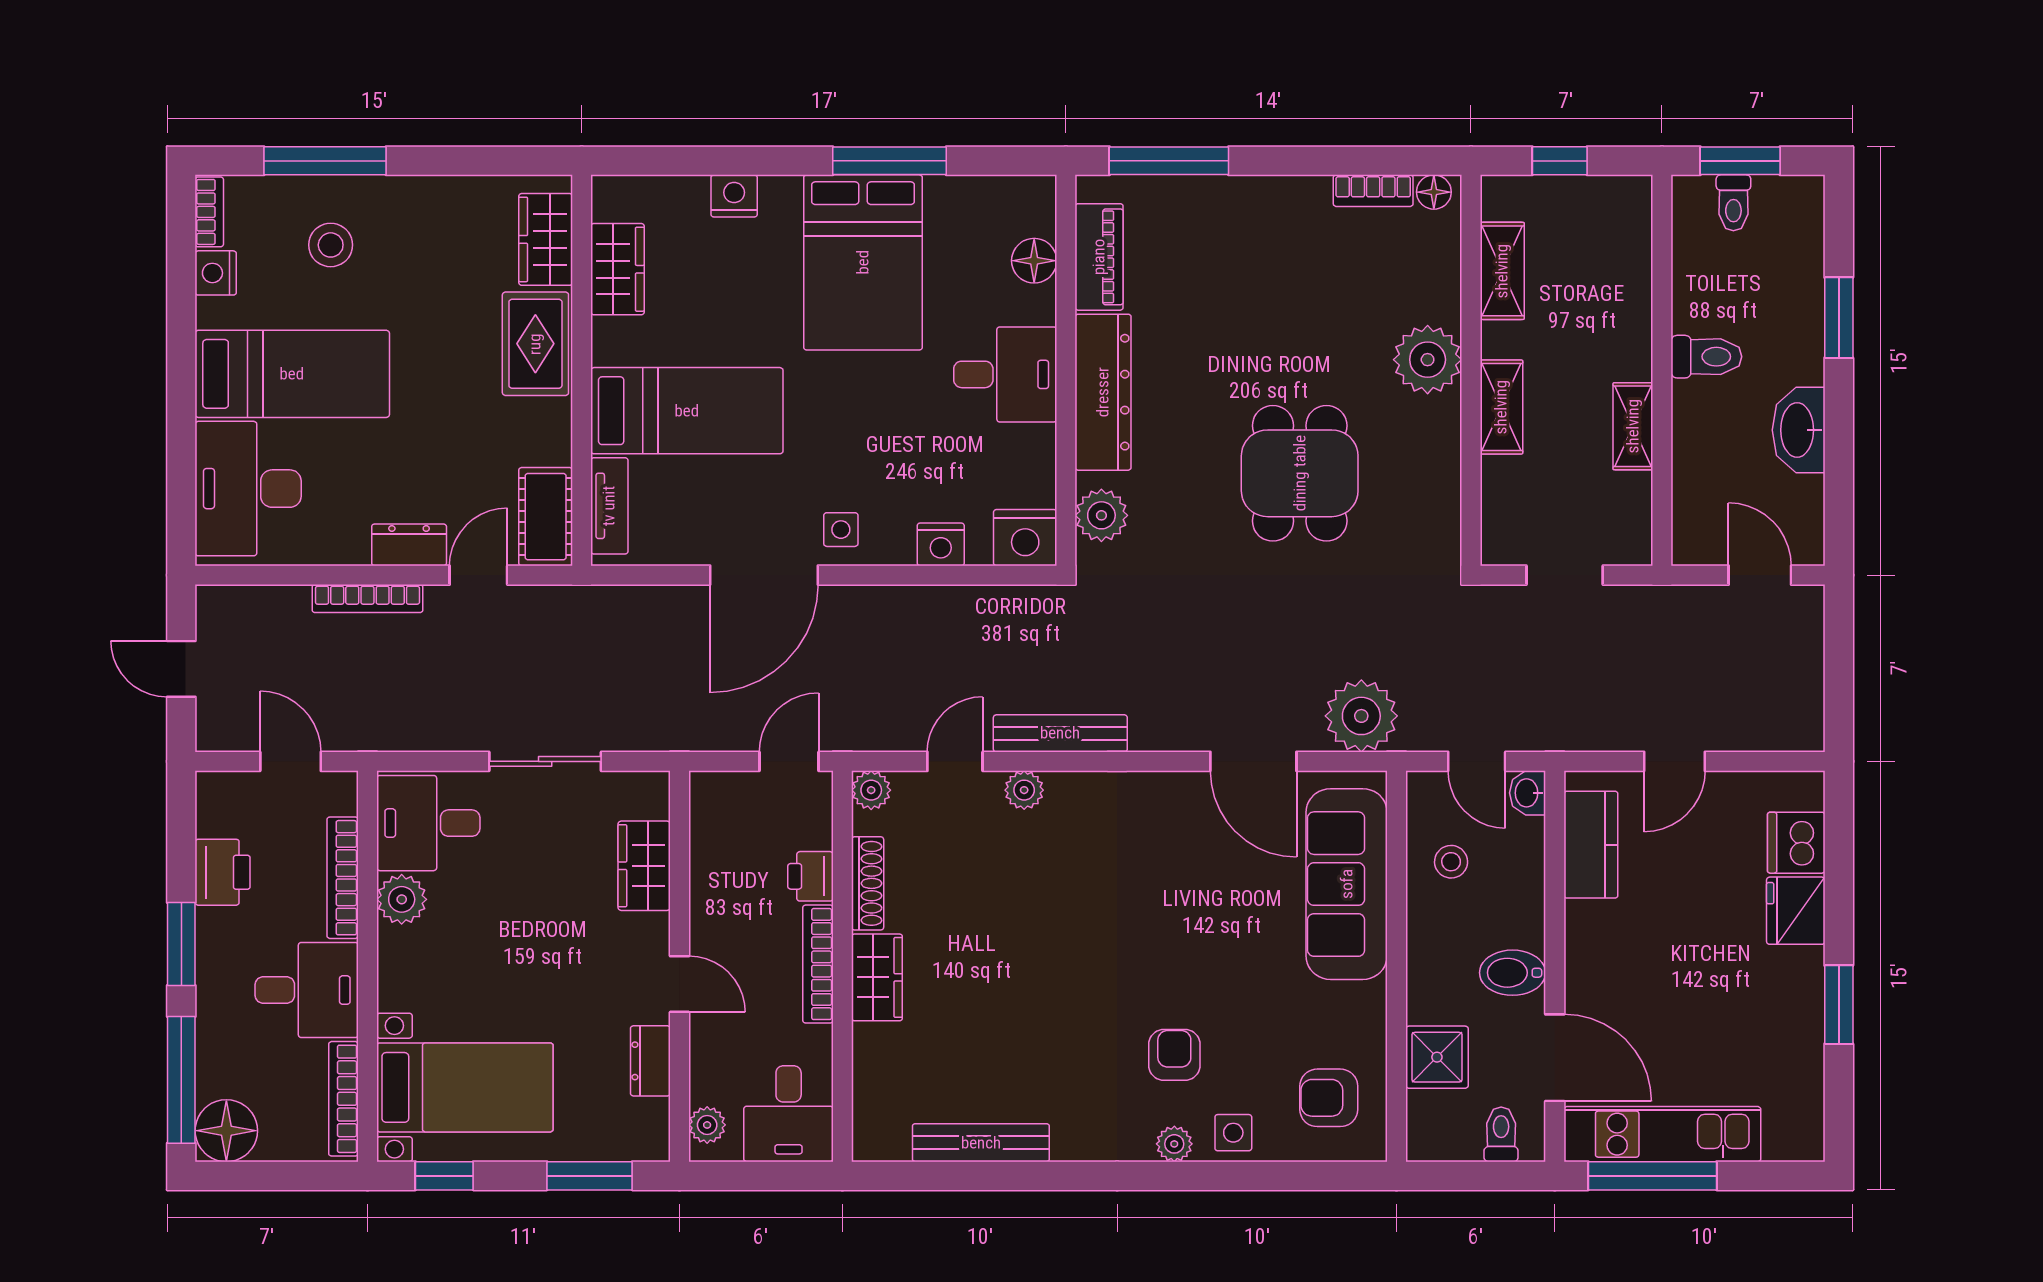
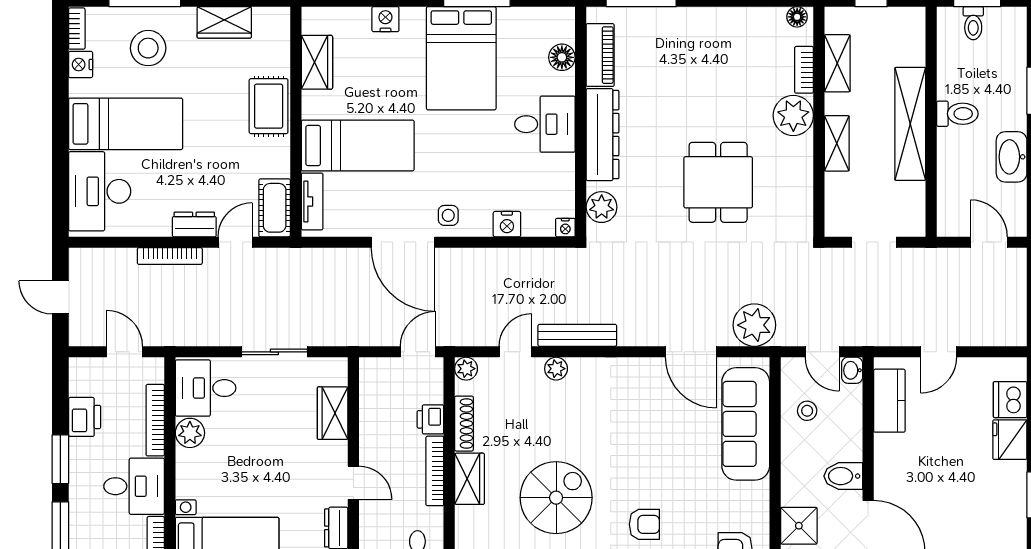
bookcase: (1373, 191) -> (804, 70), moved, turned 90
wardrobe: (546, 239) -> (224, 22), moved, turned -90
stool: (331, 245) -> (148, 48), width x1.38, depth x1.38
shelving: (1633, 426) -> (910, 124), width x2.20, depth x1.33
nightstand: (1025, 538) -> (565, 228), width x0.53, depth x0.56
door: (764, 575) -> (403, 242), hinge flipped
spiral stairs: (1024, 1009) -> (556, 498), added
armchair: (1174, 1055) -> (644, 524), turned 90

